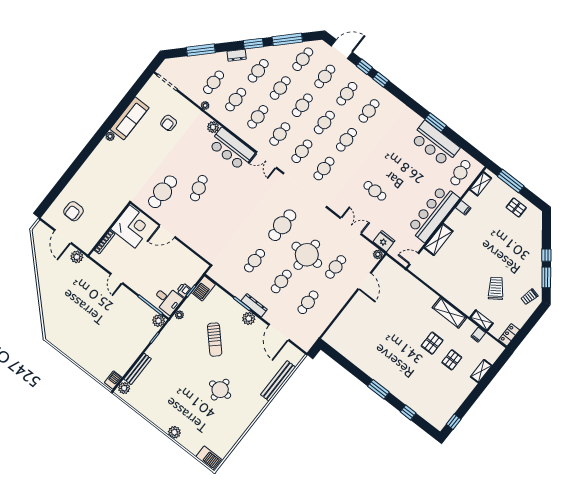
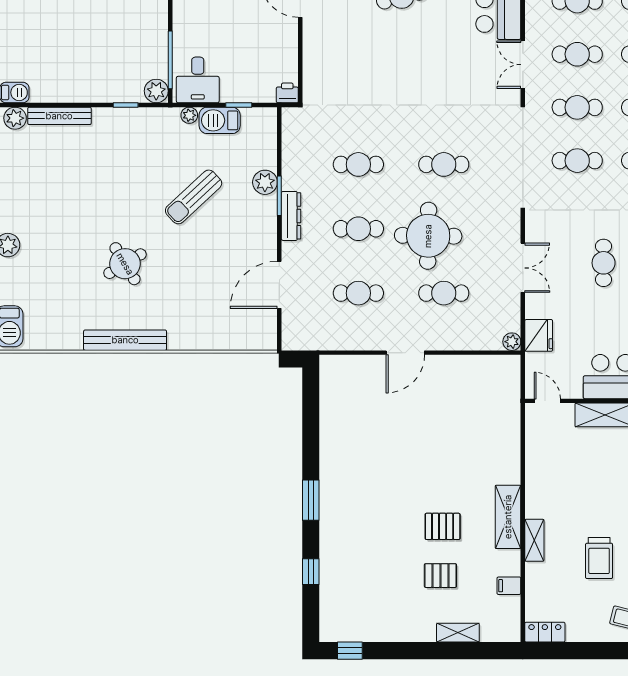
cafe table: (282, 225) -> (444, 164), width x0.73, depth x0.74
door: (364, 281) -> (405, 353), moved
barbecue: (203, 288) -> (220, 120), moved
trolley: (496, 288) -> (599, 558), turned 125
printer: (184, 290) -> (287, 93), moved
plant: (249, 318) -> (265, 182), moved
shelving: (482, 320) -> (534, 540), moved
bench: (278, 381) -> (125, 340), moved
round table: (220, 390) -> (125, 264), turned -31

